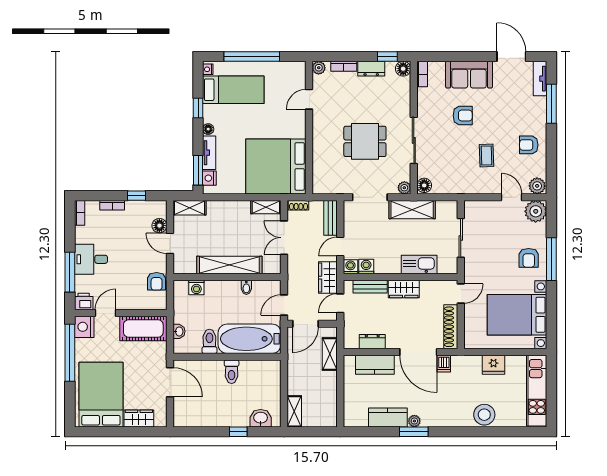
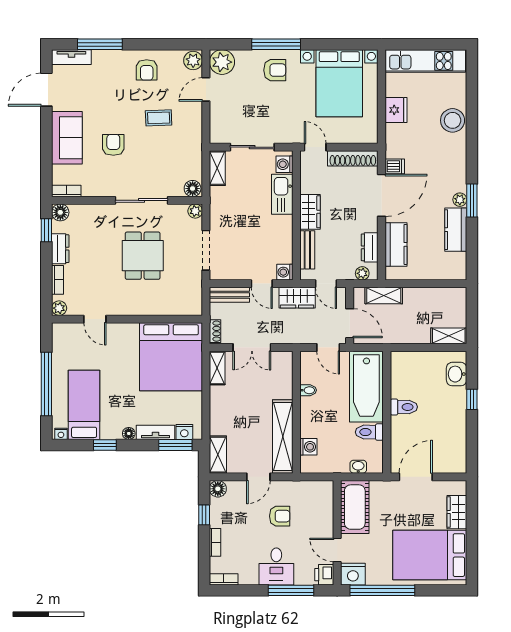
shelving: (412, 210) -> (217, 168), moved, width x0.67, depth x0.75
floor lamp: (159, 226) -> (218, 489), moved
shelving: (229, 265) -> (283, 436), moved
washing machine: (366, 266) -> (284, 164), moved
armchair: (157, 281) -> (280, 516), moved
plant: (349, 335) -> (362, 273), added

